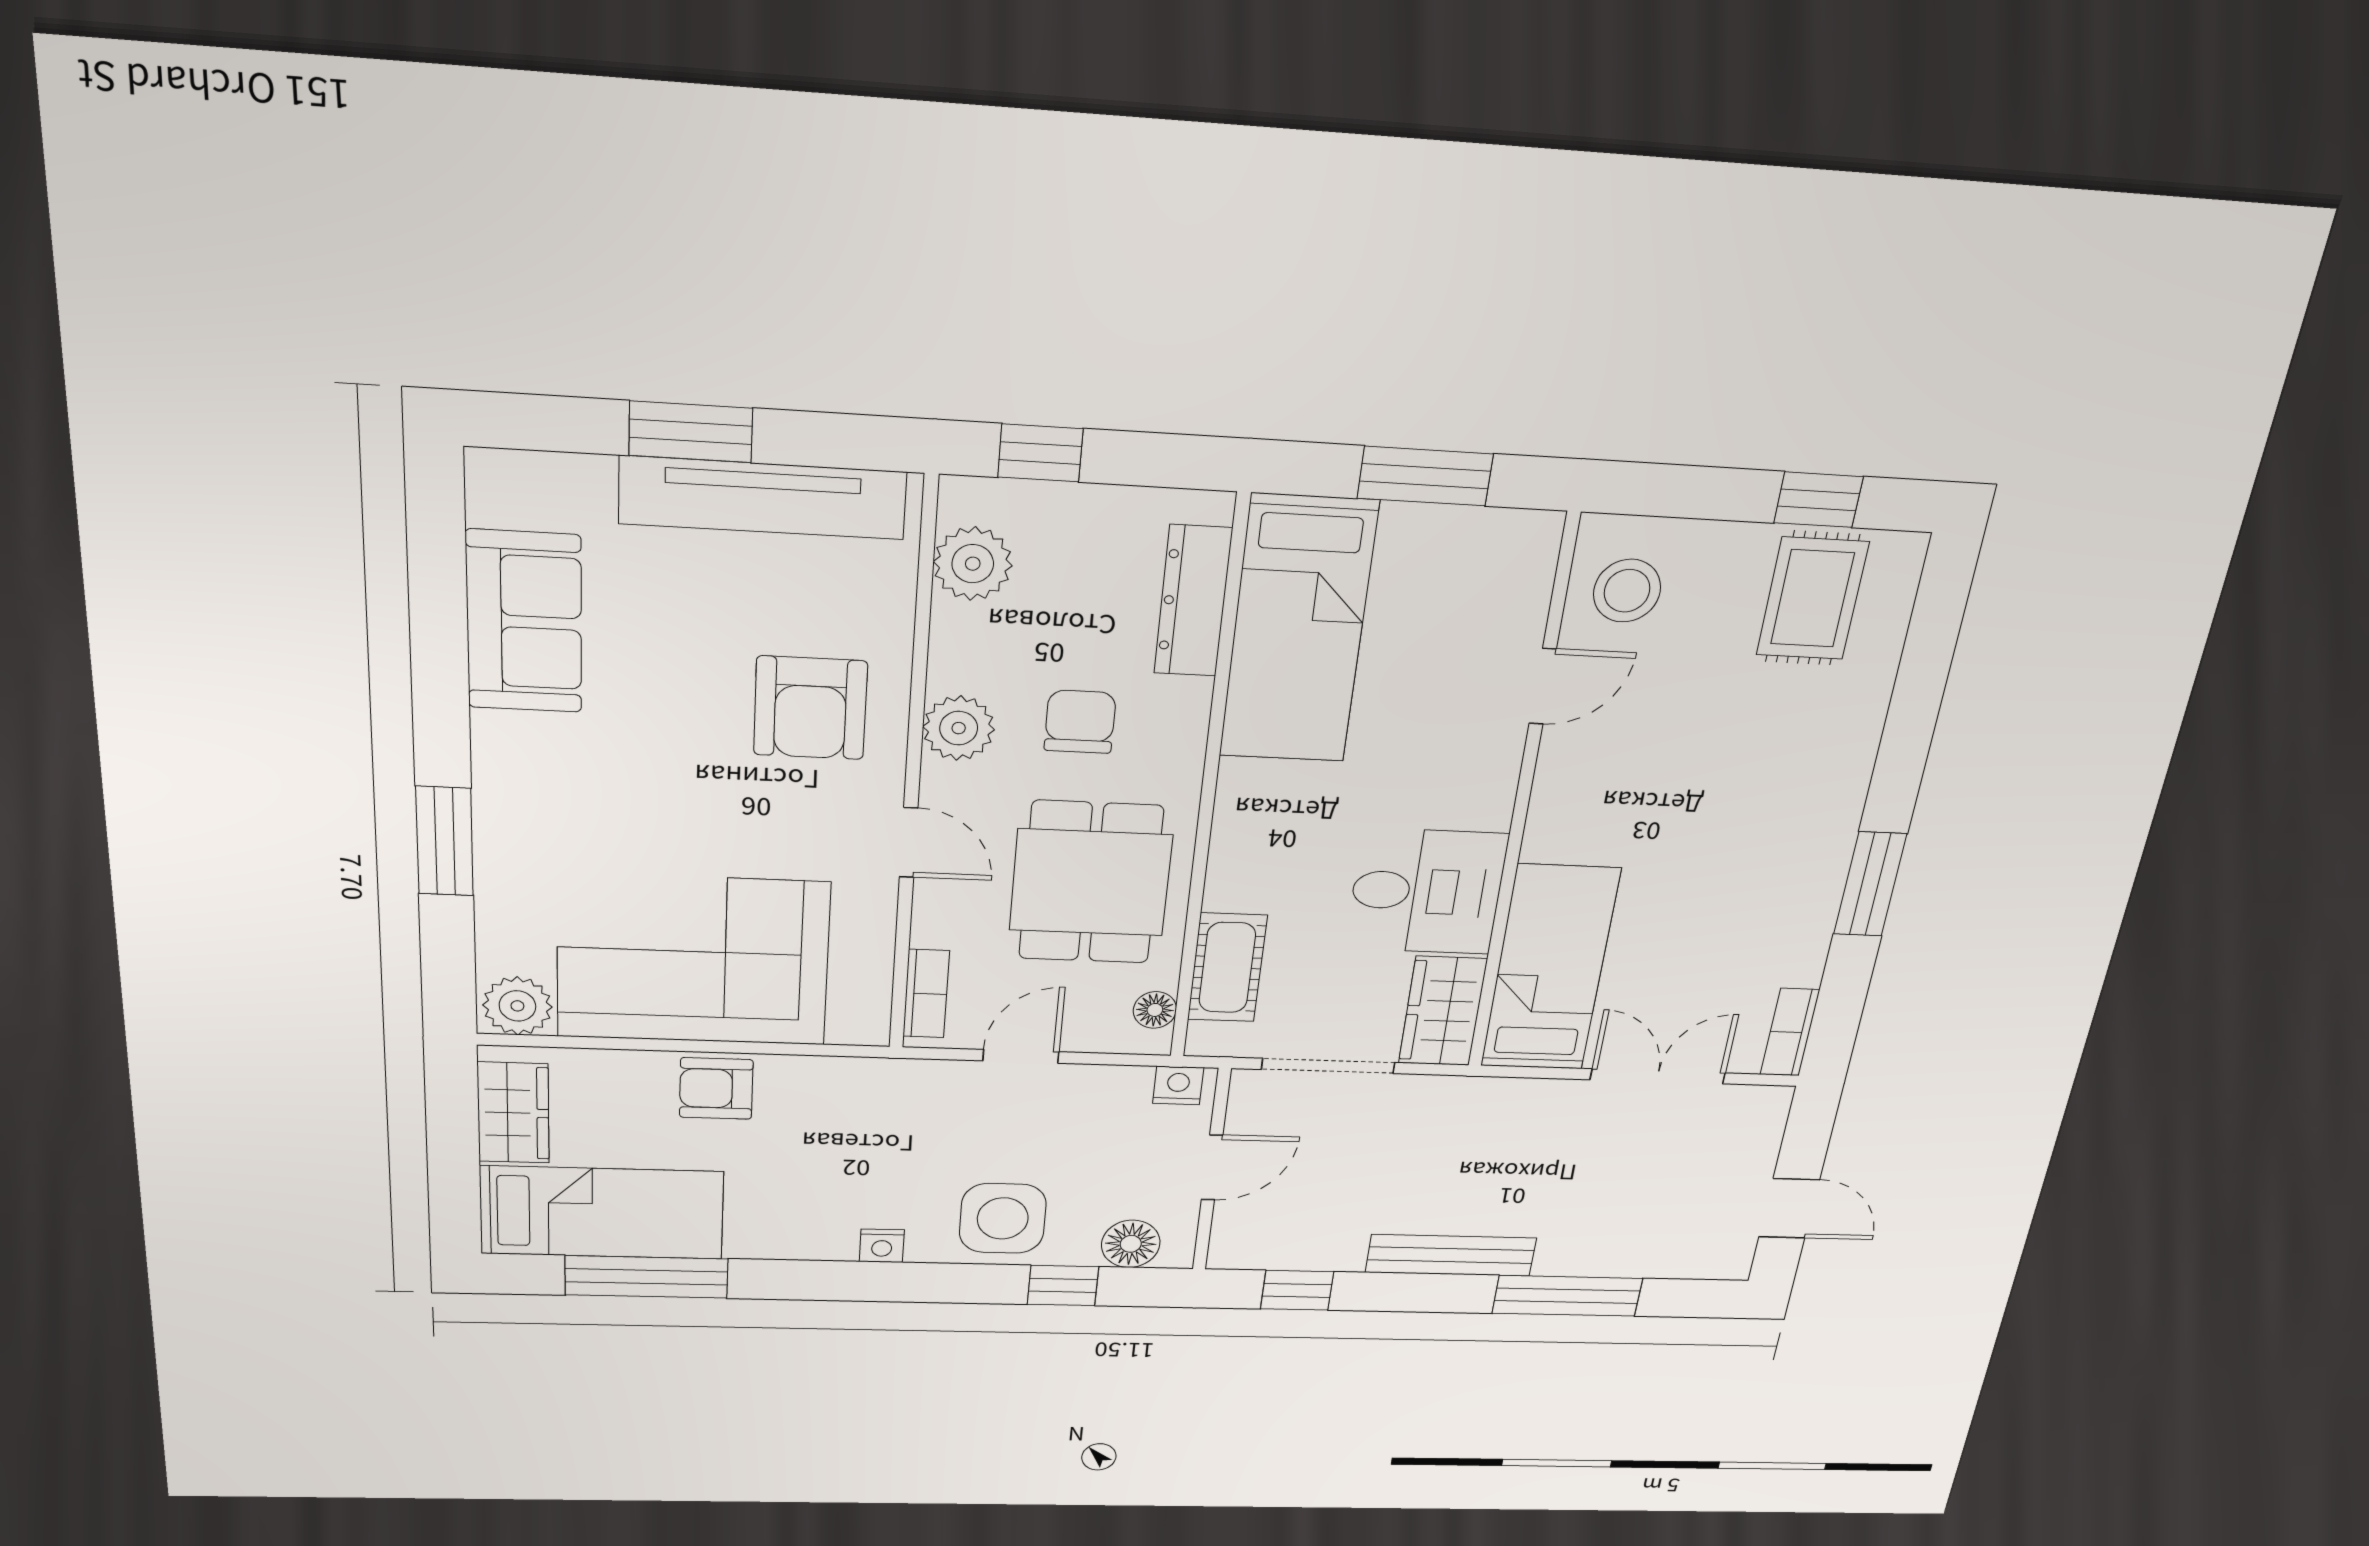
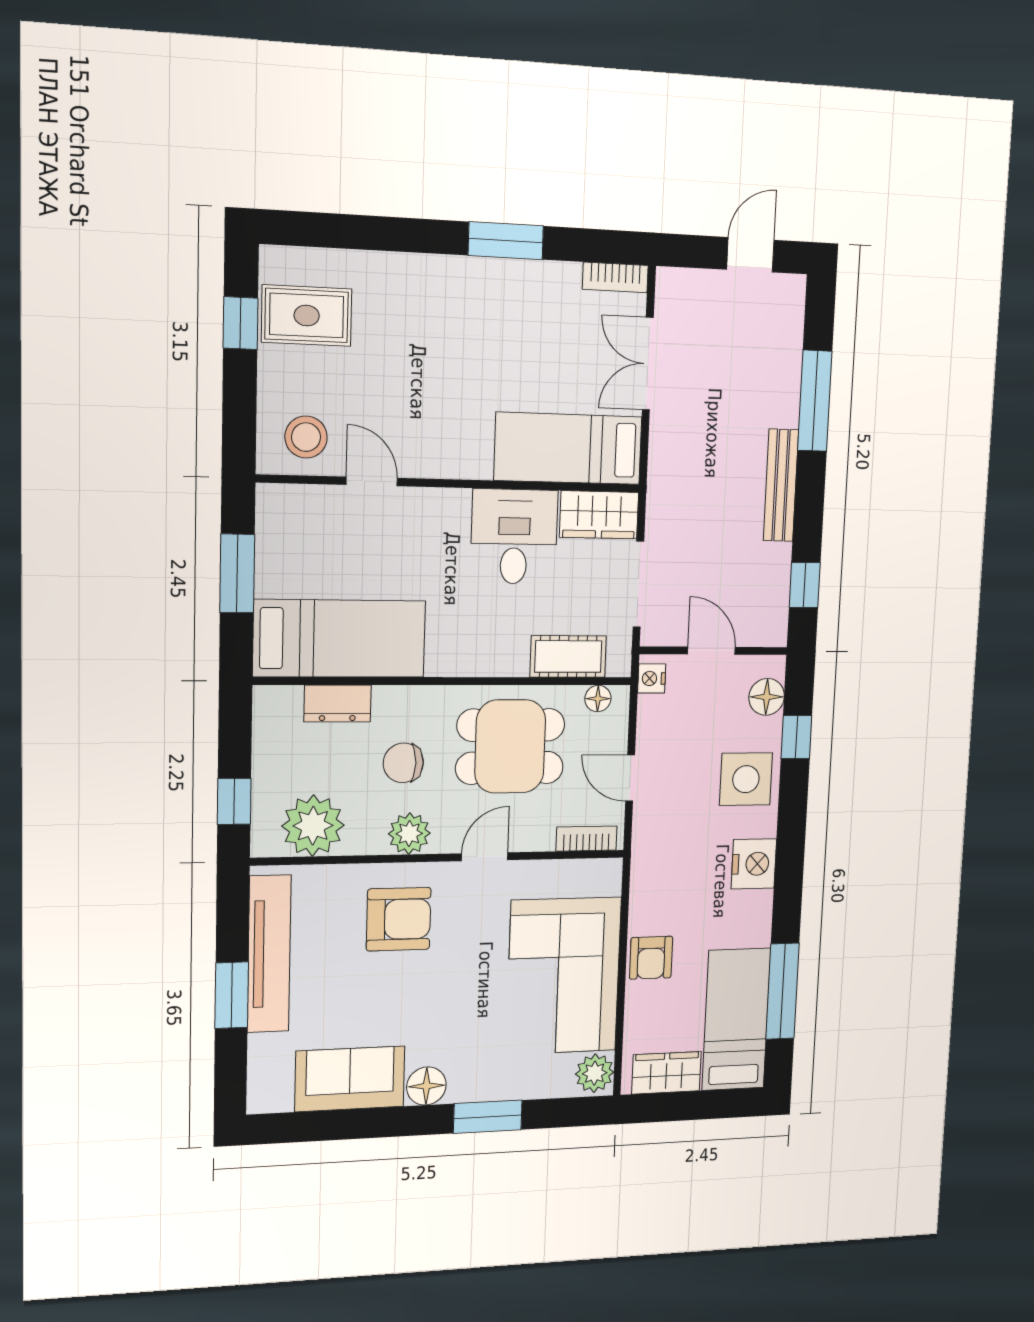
plant: (973, 564) -> (313, 826), width x1.36, depth x1.36
dresser: (1193, 601) -> (338, 704), width x0.70
floor lamp: (505, 745) -> (426, 1086), added
nightstand: (882, 1246) -> (754, 864), width x1.89, depth x1.79

